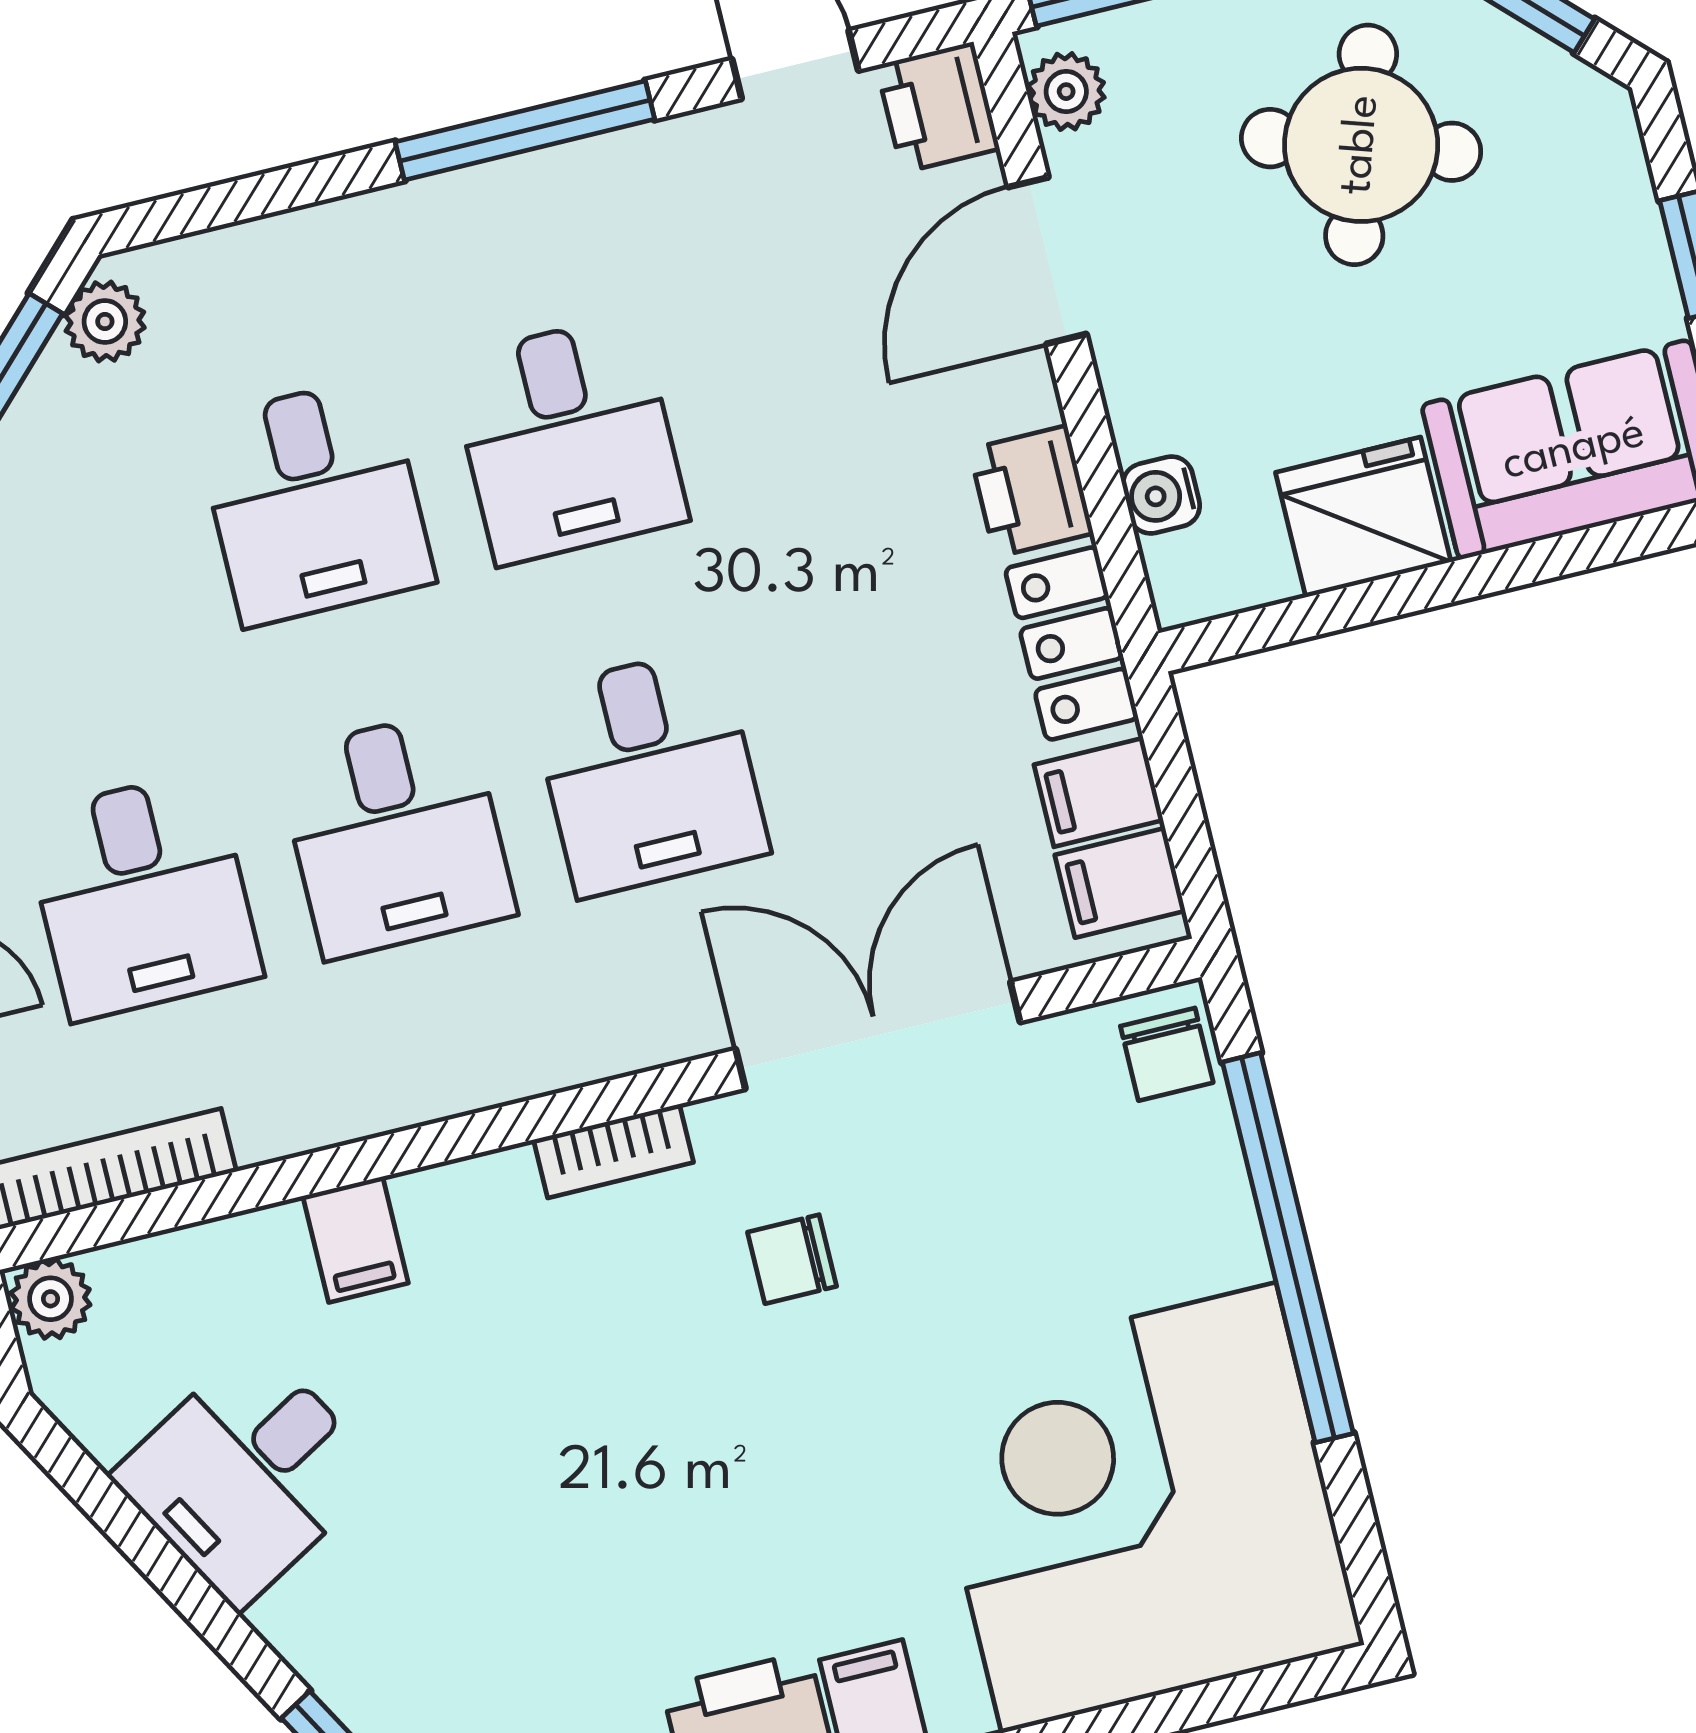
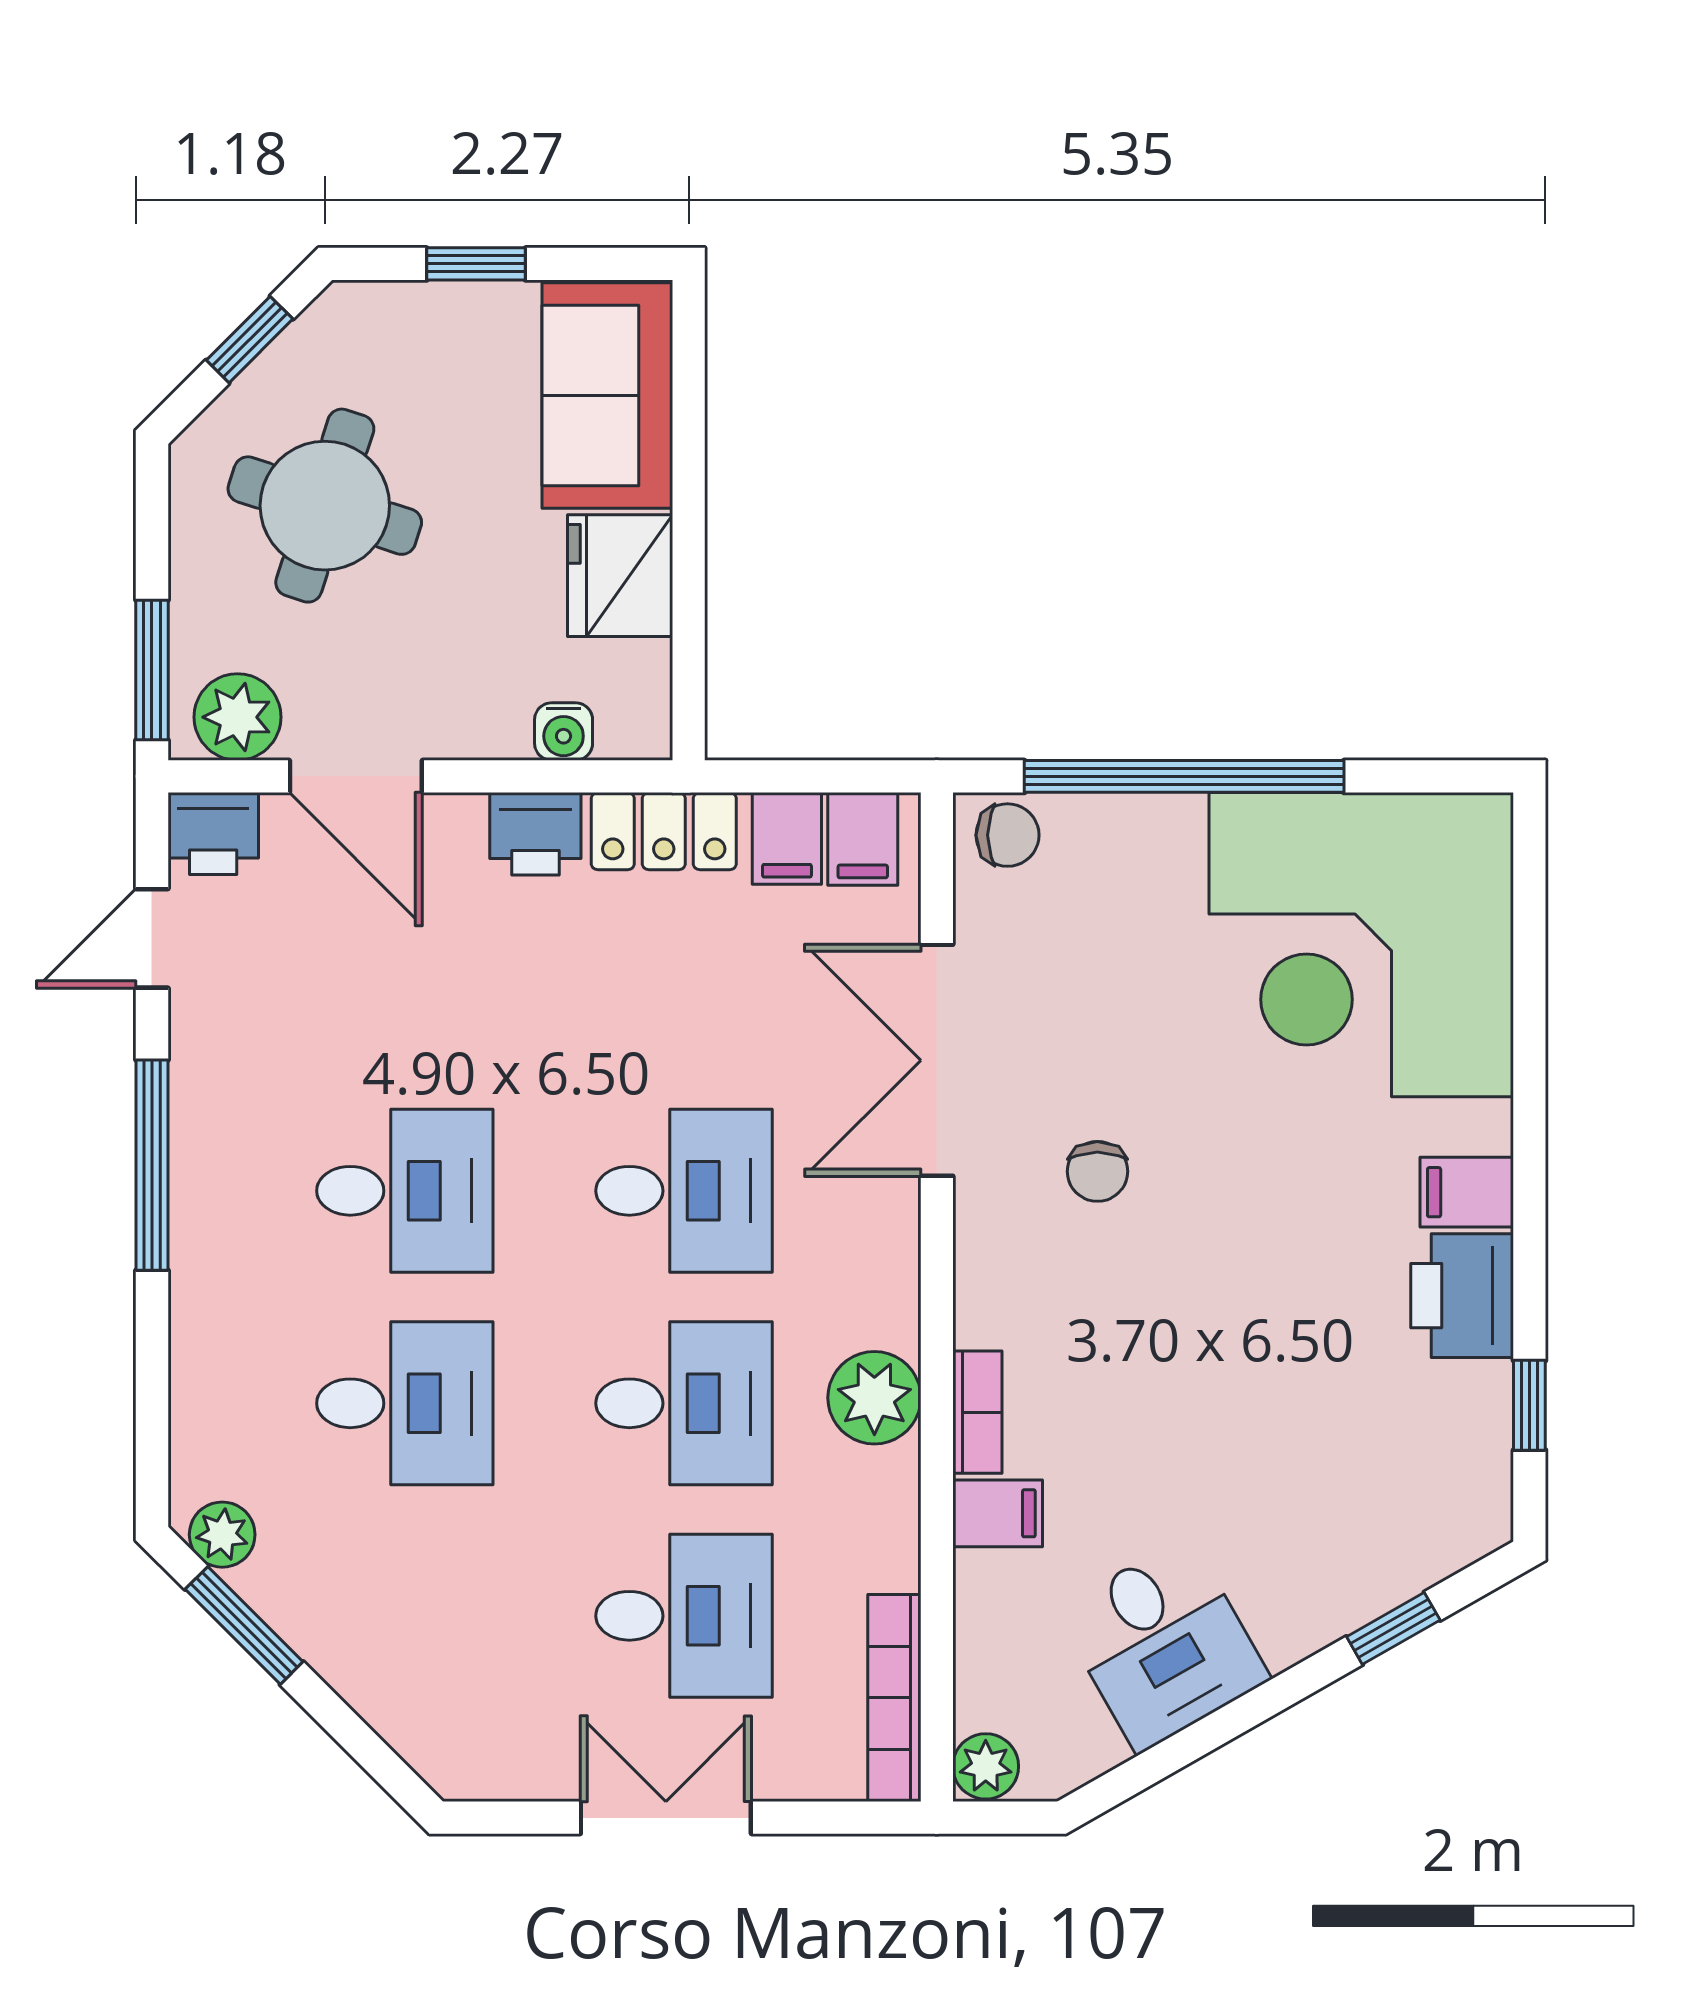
plant: (1066, 92) -> (237, 717), width x1.38, depth x1.38
plant: (458, 1059) -> (874, 1398), added
bookcase: (613, 1151) -> (977, 1412), moved

